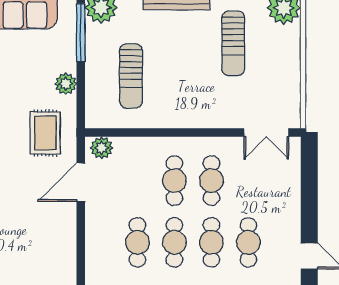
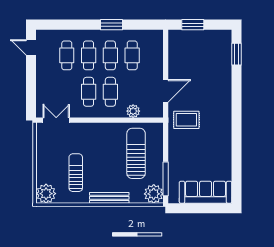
sun lounger: (131, 76) -> (136, 153), width x1.36, depth x1.34
plant: (66, 84) -> (174, 149), removed
rug: (45, 133) -> (186, 120), turned 90
plant: (102, 148) -> (133, 111), moved

